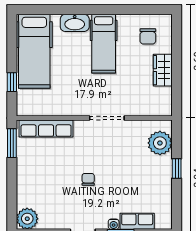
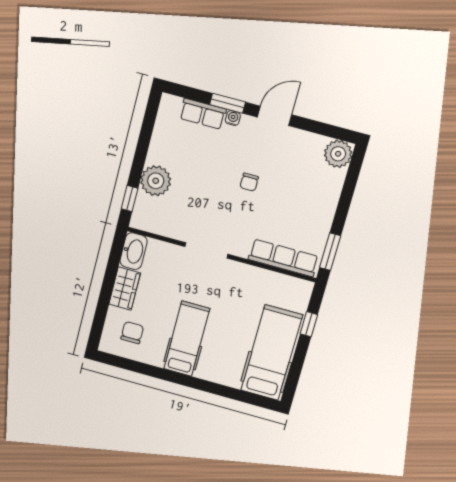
washbasin: (75, 23) -> (134, 251), moved, turned 90
plant: (160, 143) -> (156, 181), moved
window: (177, 168) -> (130, 198), moved

